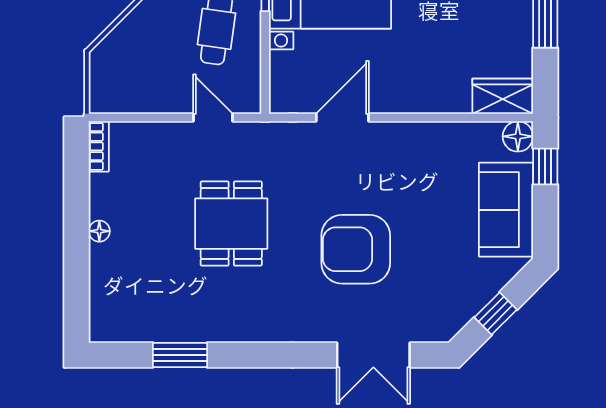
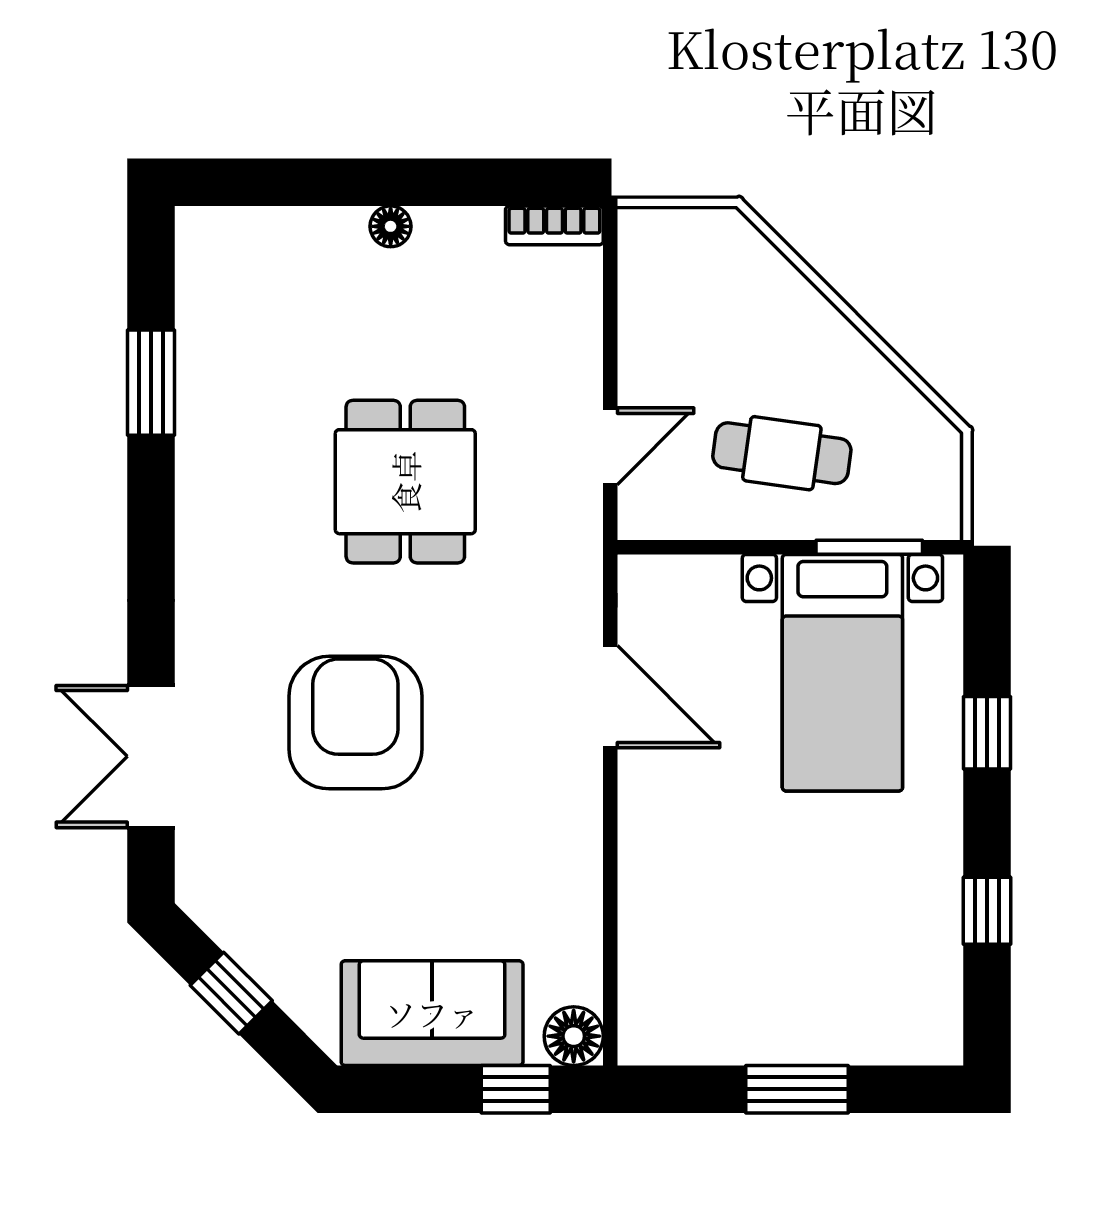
wardrobe: (503, 96) -> (651, 1007), removed
dining table: (231, 224) -> (405, 482), turned 90

